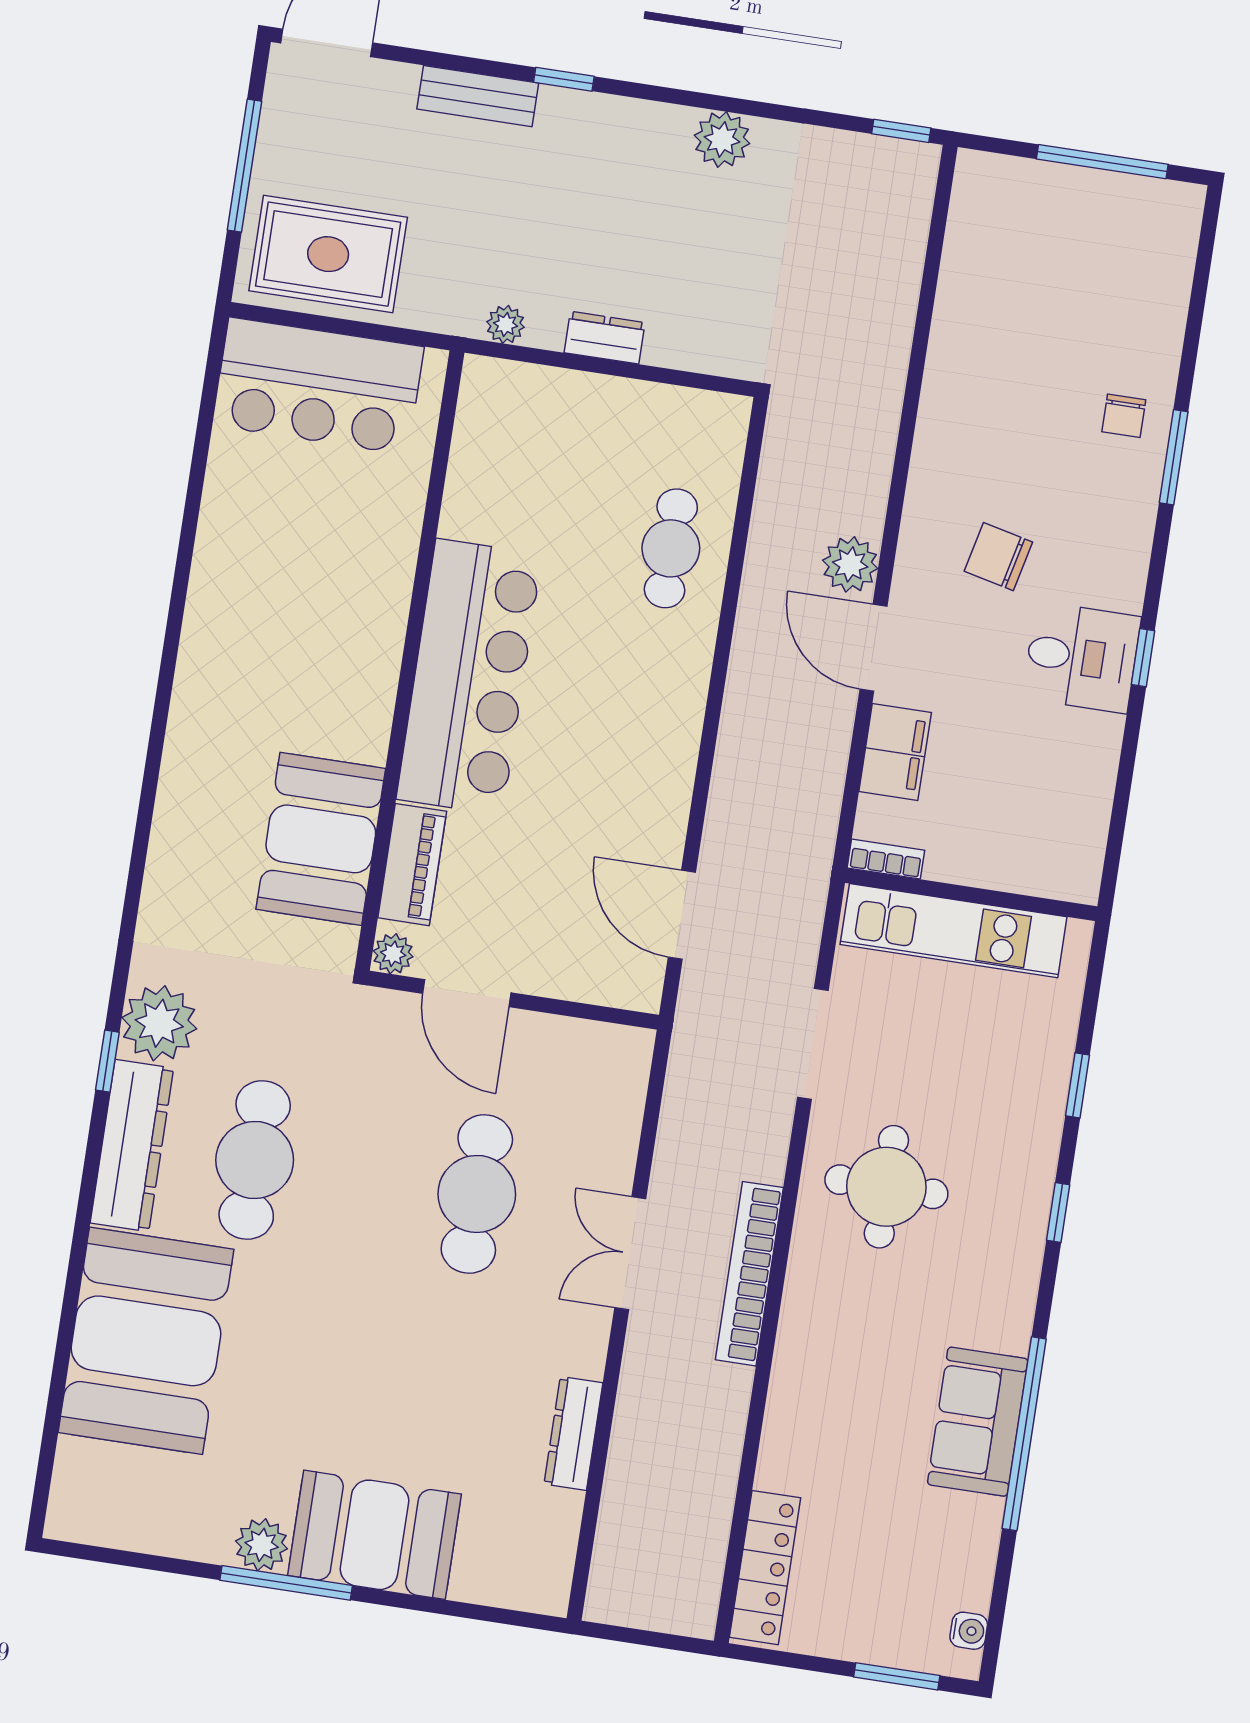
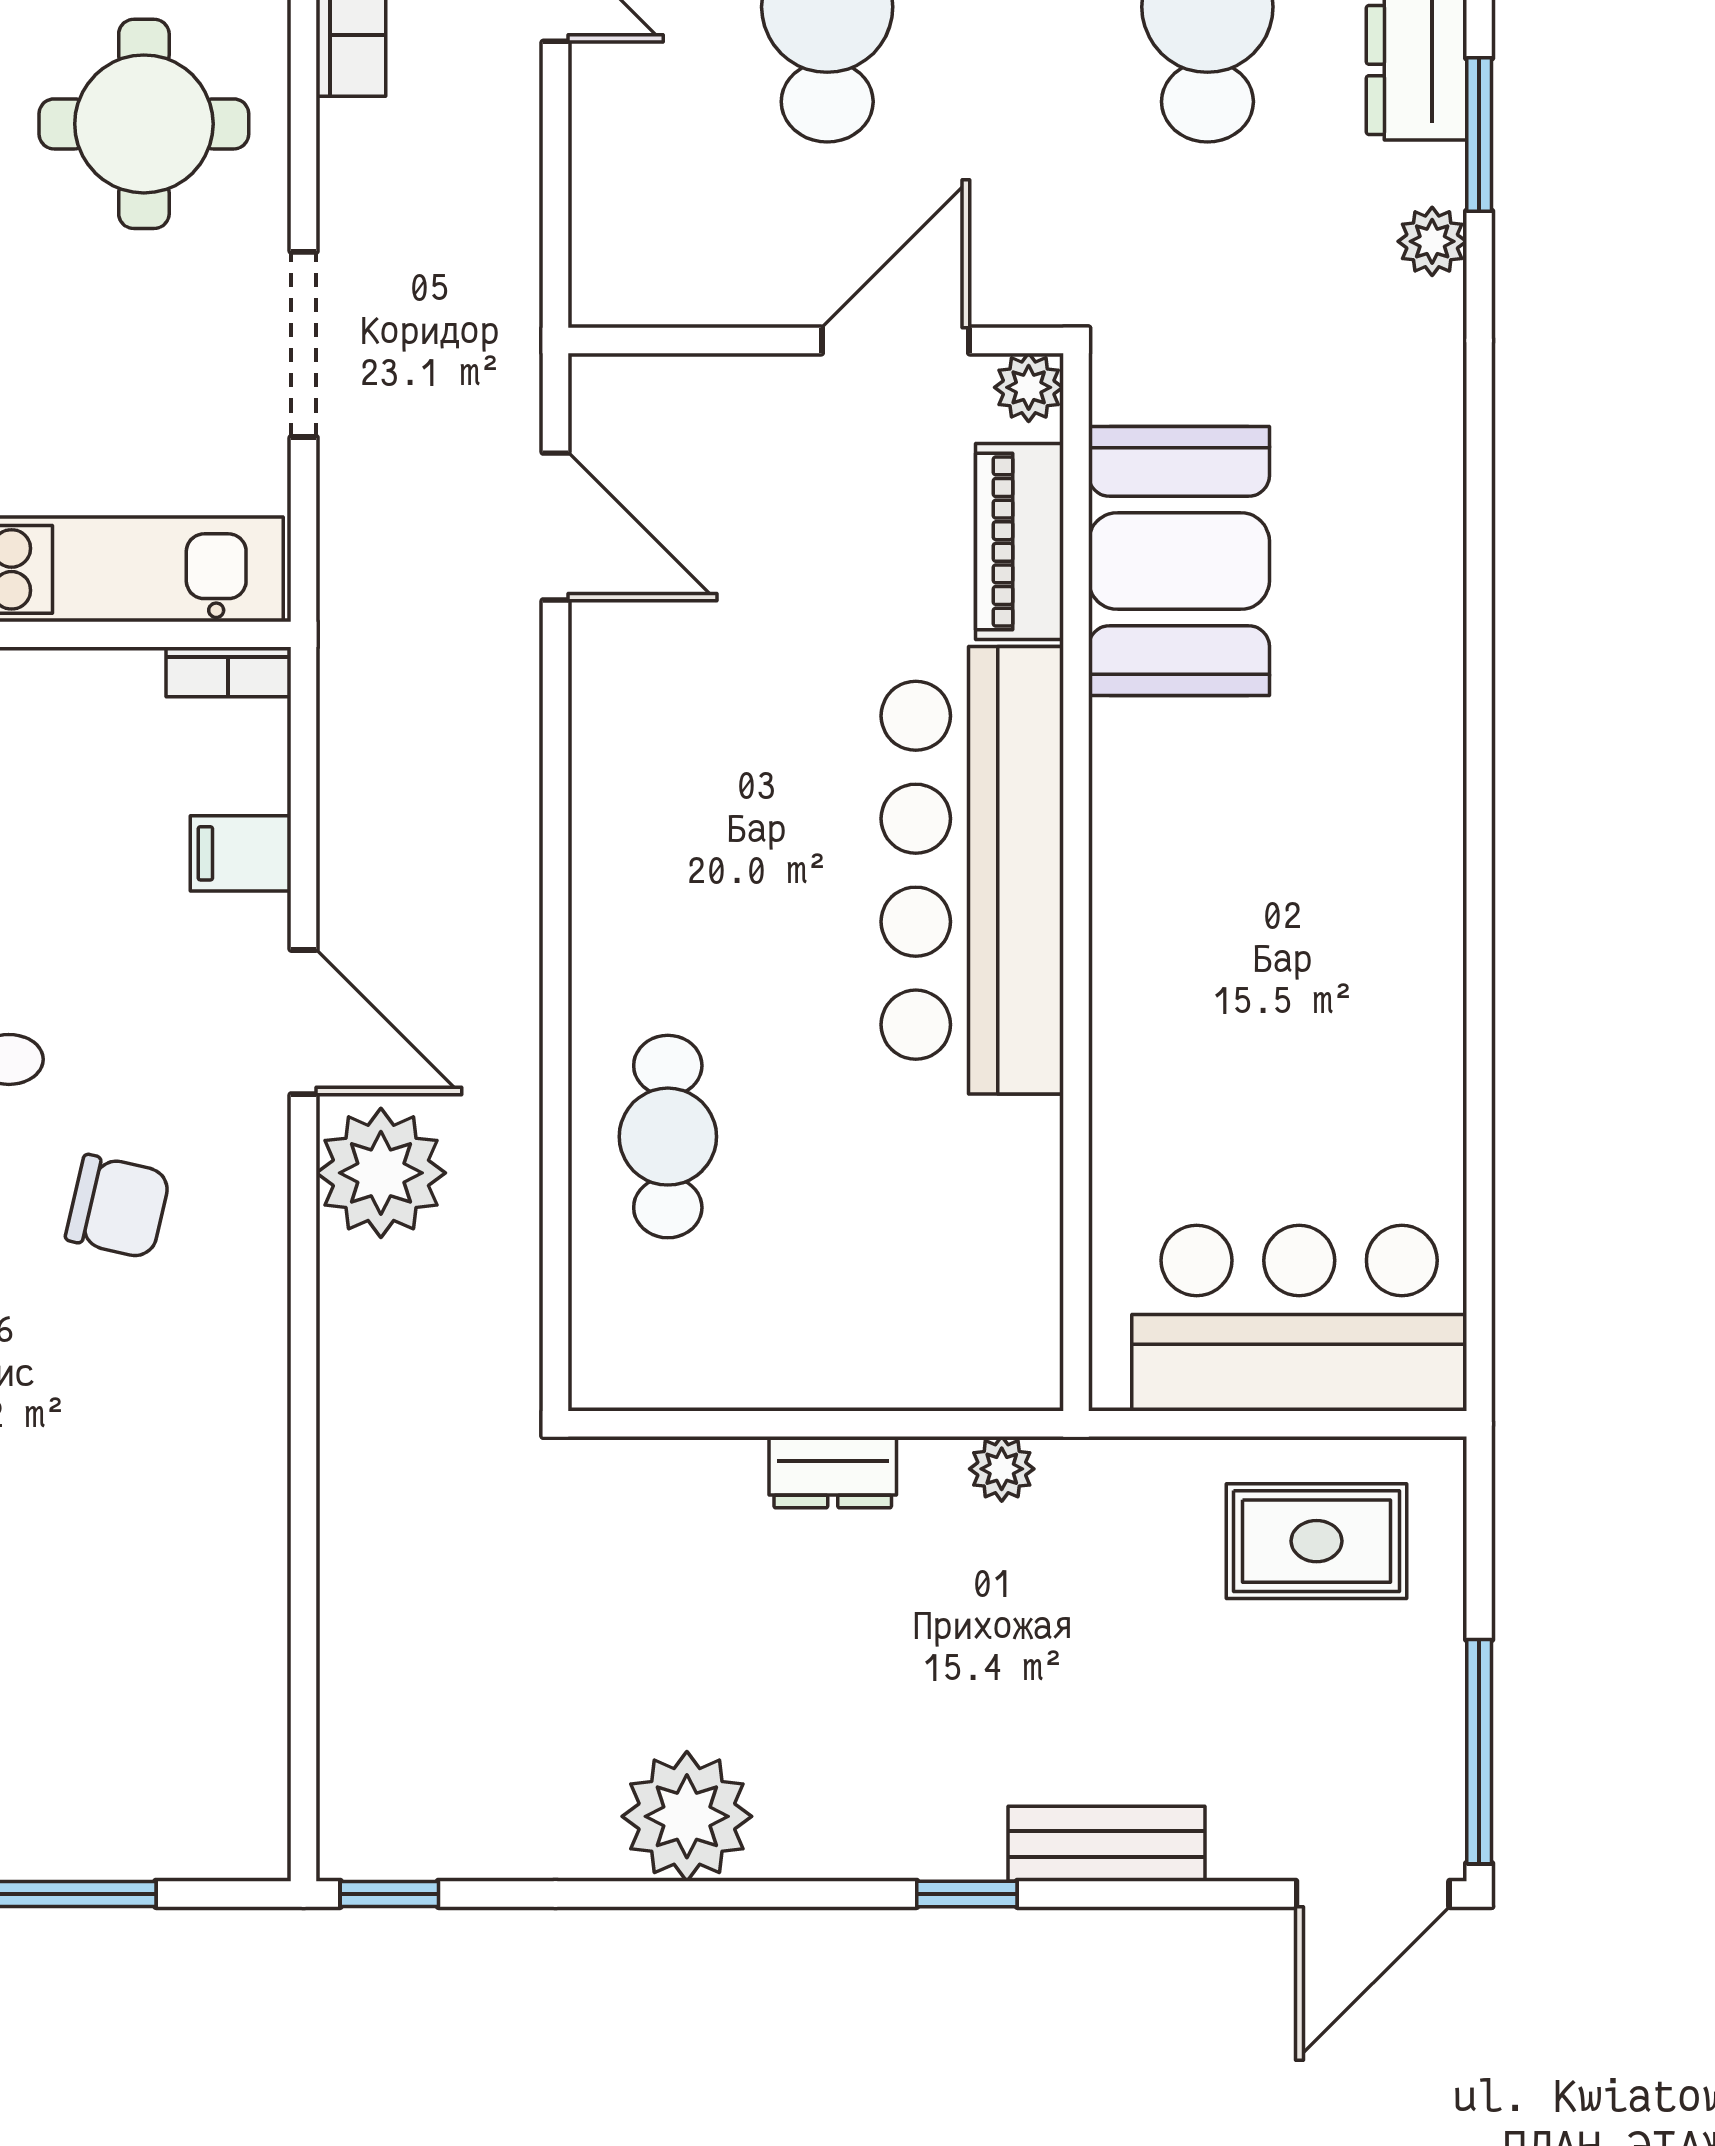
plant: (722, 139) -> (687, 1816), width x1.36, depth x1.36
window: (244, 166) -> (1479, 1752), moved
rug: (328, 254) -> (1316, 1541), width x0.73, depth x0.70
plant: (850, 564) -> (381, 1173), width x1.36, depth x1.36
filing cabinet: (895, 752) -> (241, 853), width x0.50
door: (467, 993) -> (896, 341), hinge flipped
plant: (159, 1023) -> (1432, 241), width x0.53, depth x0.53
window: (107, 1061) -> (1479, 135), width x1.50

